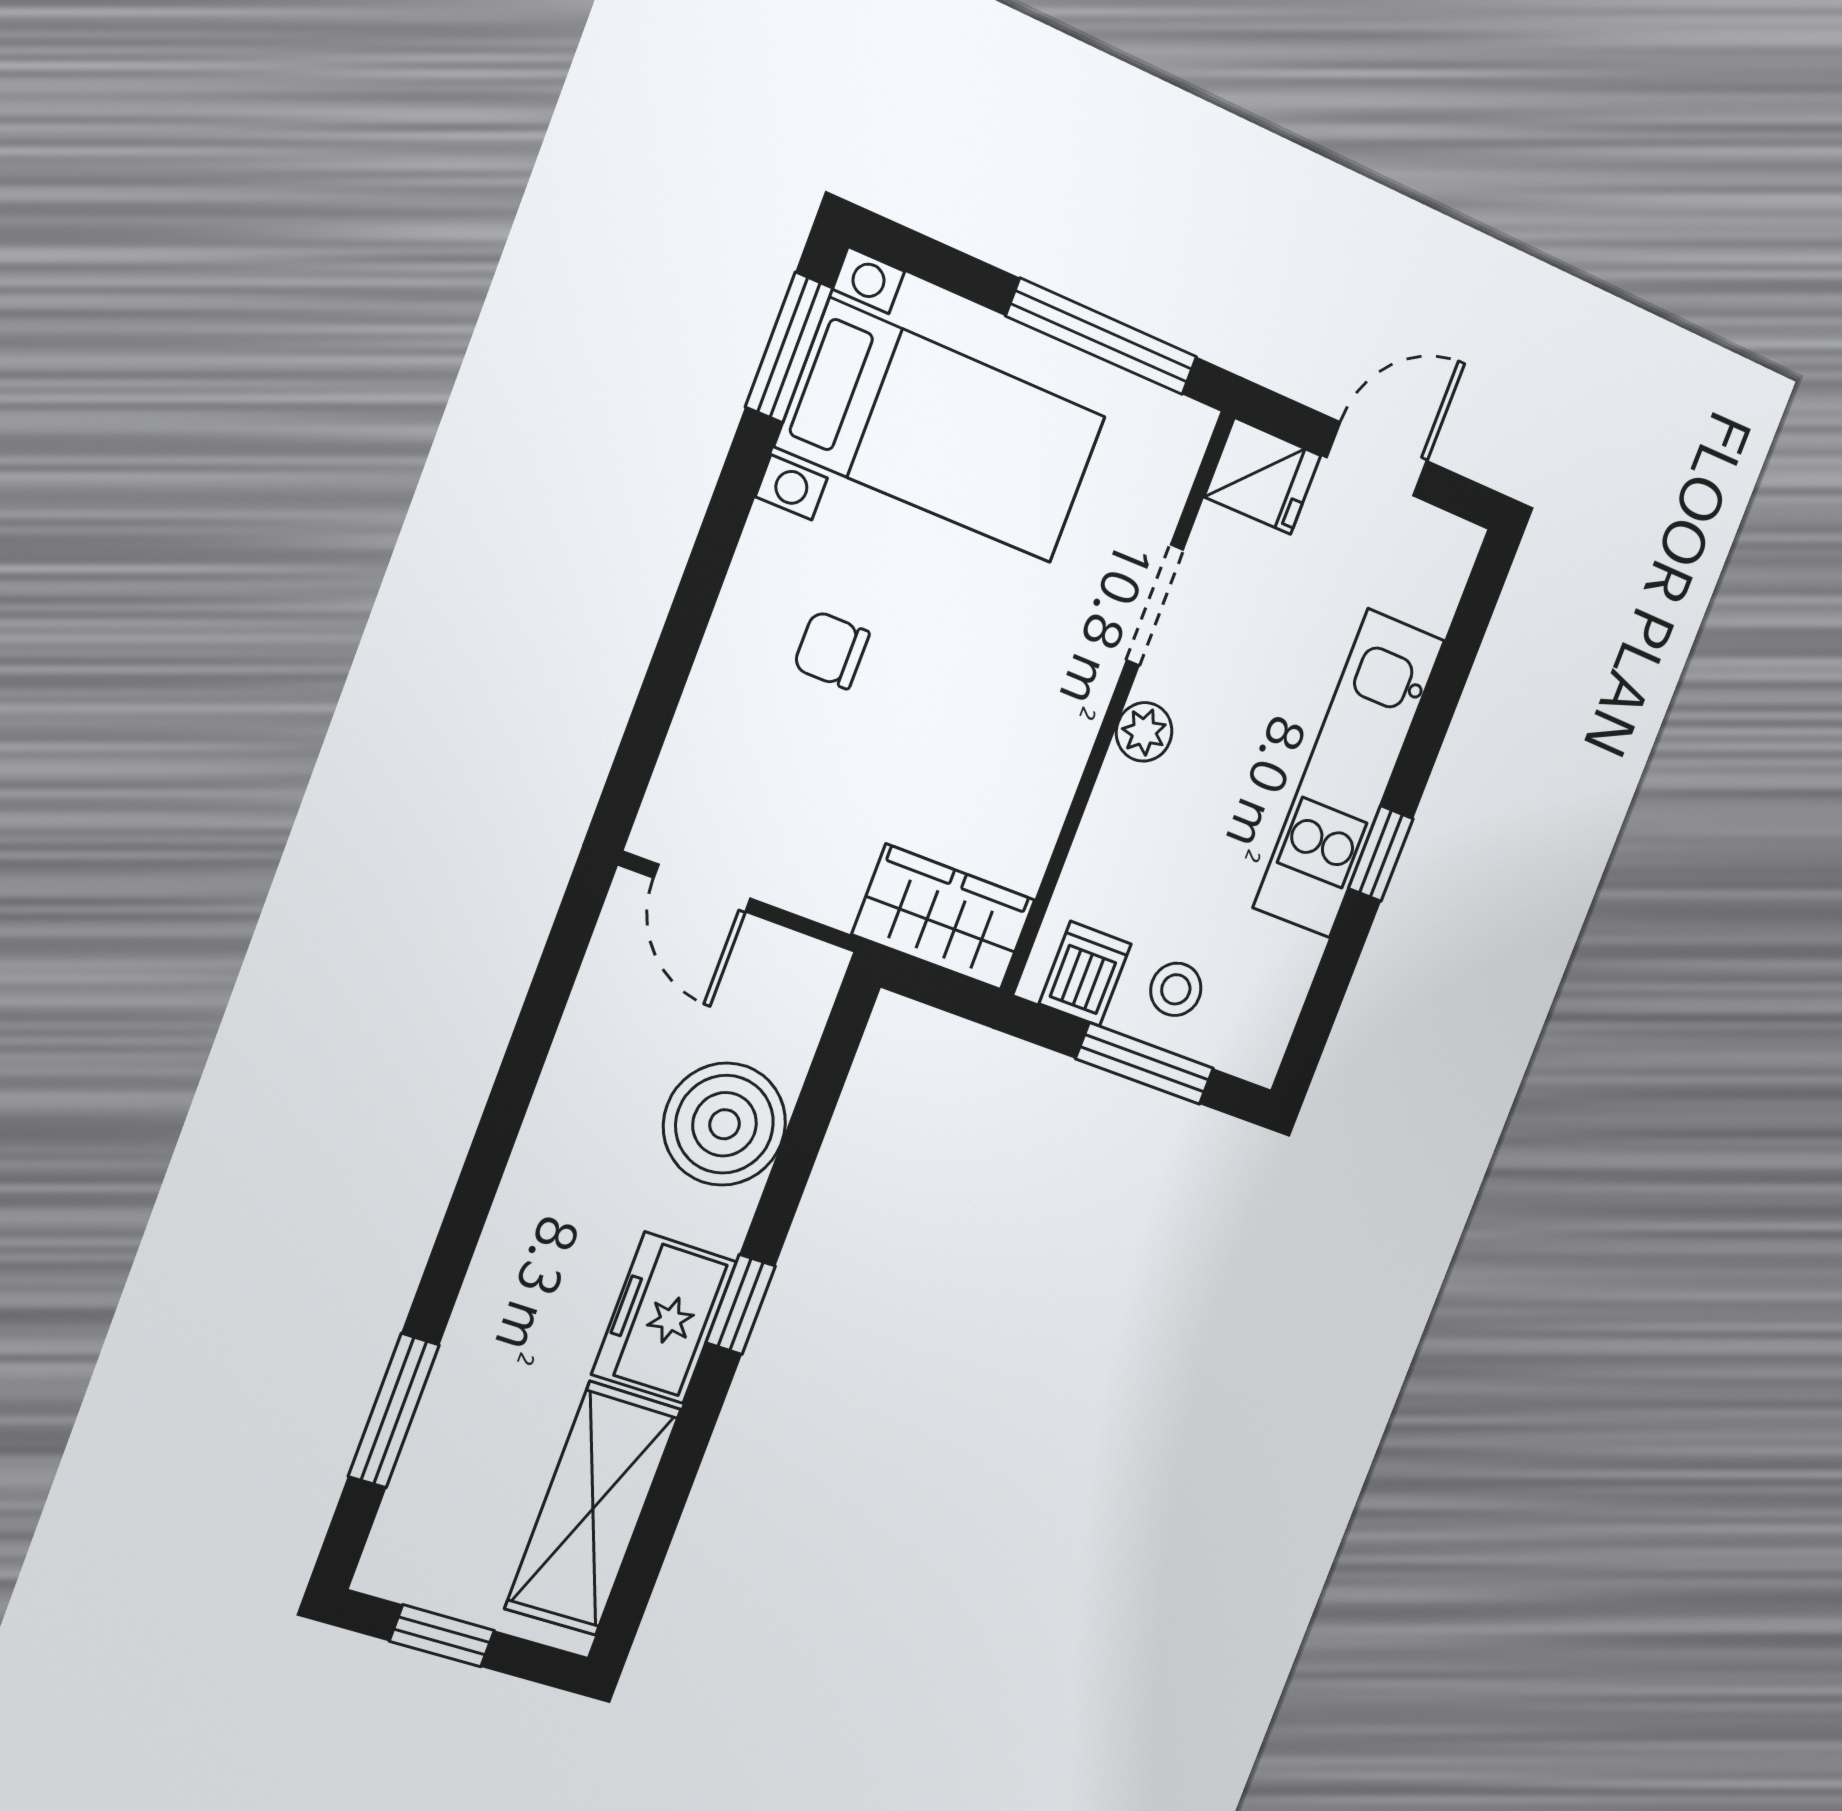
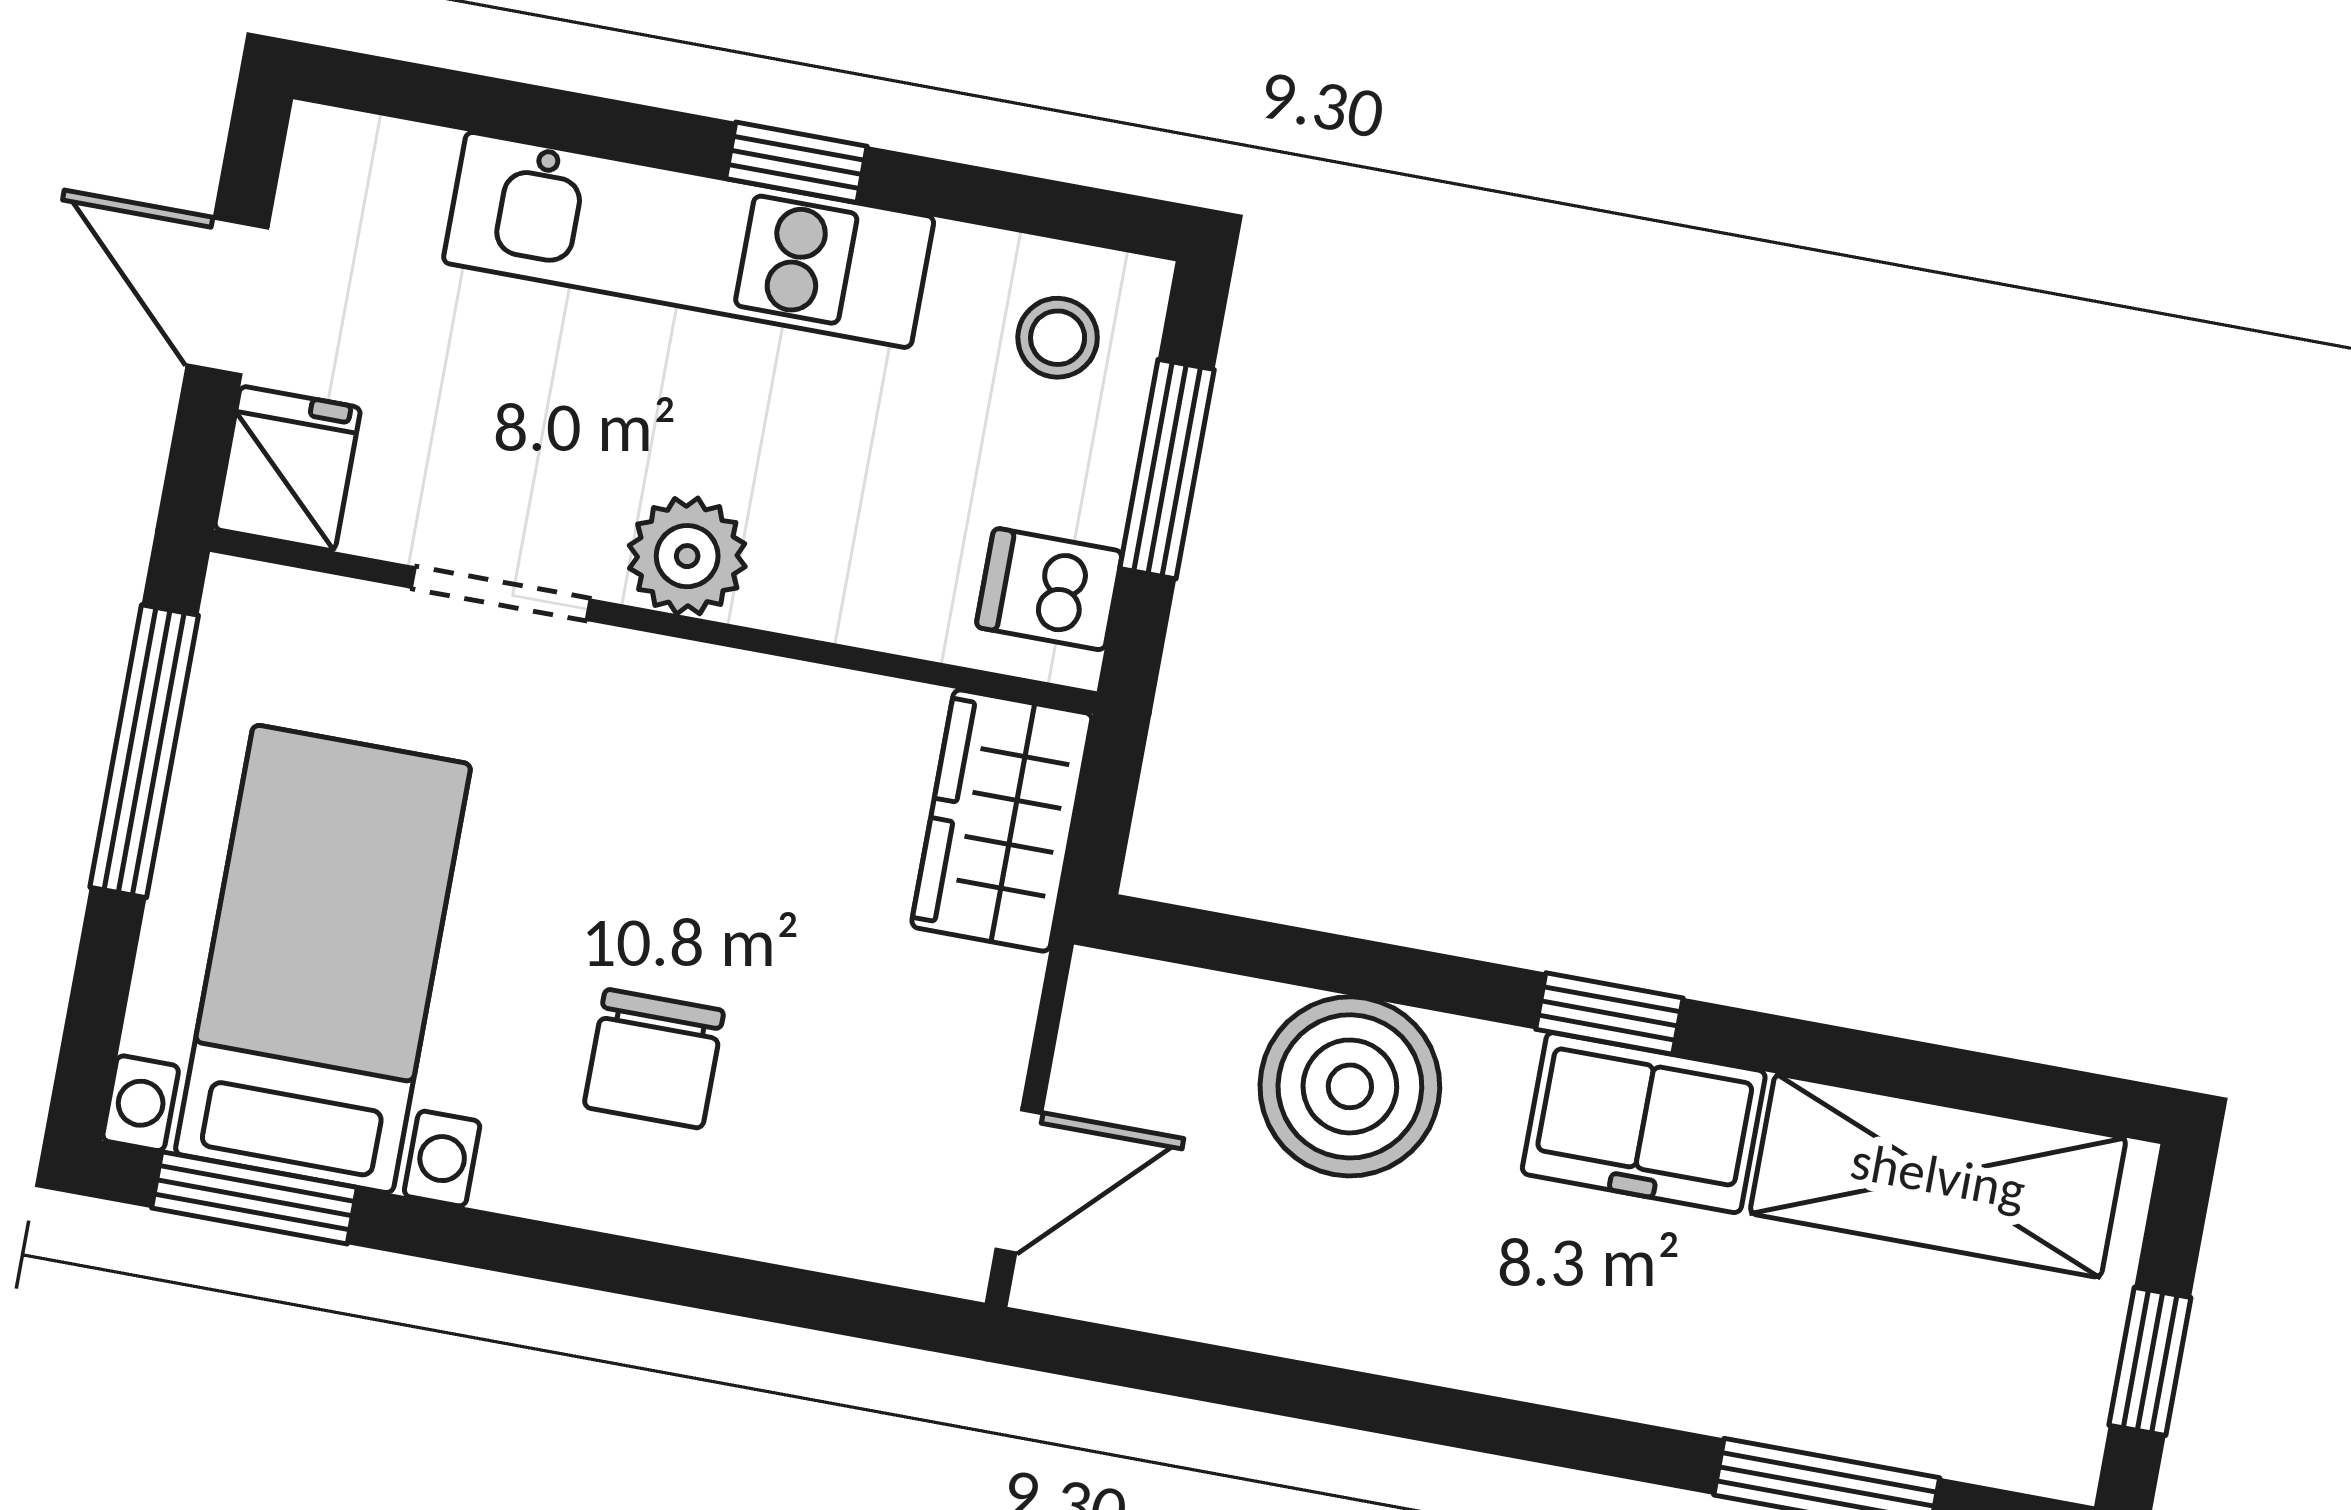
chair: (831, 650) -> (654, 1059), width x1.37, depth x1.37
plant: (1144, 732) -> (687, 556), width x1.38, depth x1.38
stool: (1176, 989) -> (1058, 338), moved

